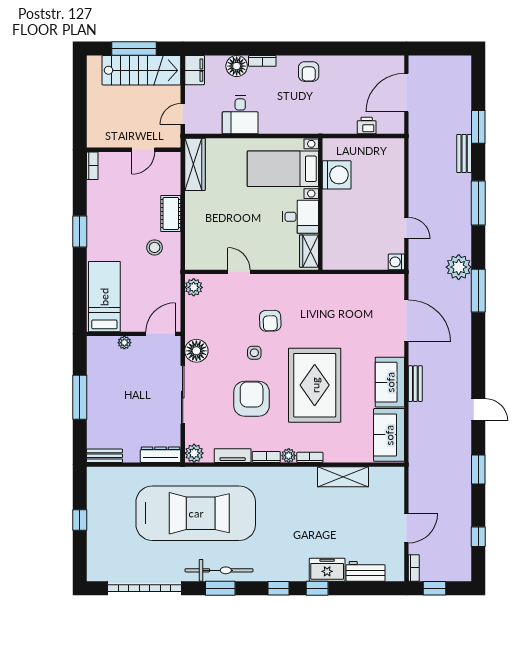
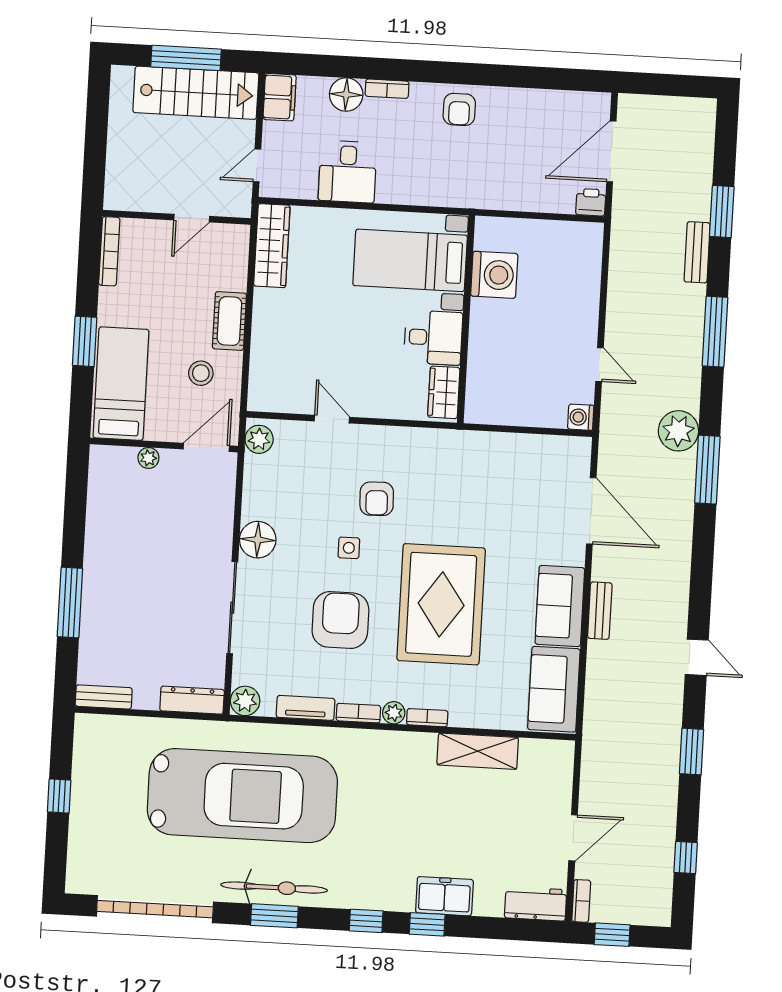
printer: (367, 126) -> (591, 202), moved
bookcase: (92, 166) -> (109, 251), width x1.56
bed: (104, 297) -> (121, 384), moved
wall: (134, 334) -> (164, 445), moved
door: (161, 334) -> (206, 447), moved
plant: (124, 343) -> (148, 458), moved
workbench: (366, 571) -> (536, 904), moved

